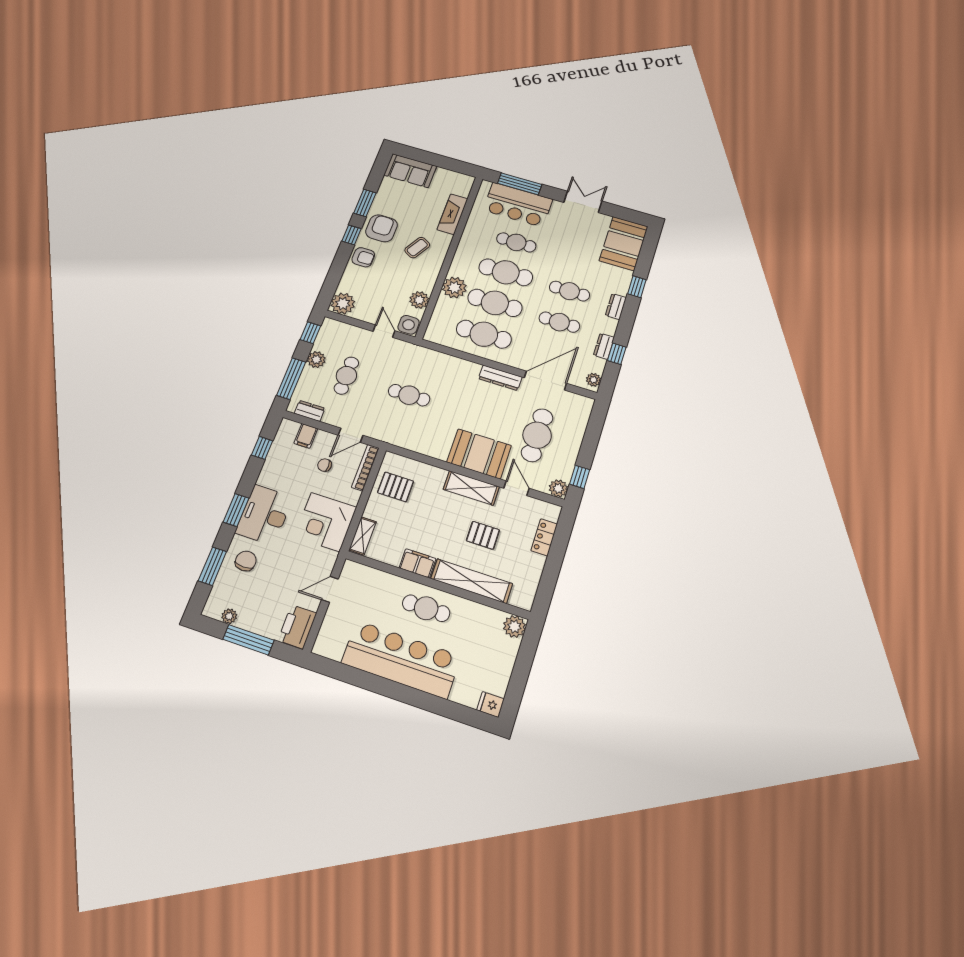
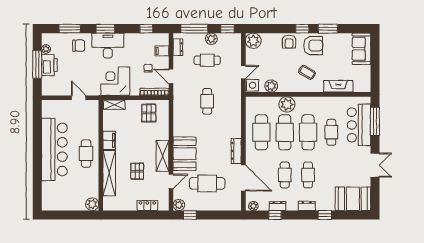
printer: (297, 627) -> (49, 65), moved, turned 90
fridge: (491, 705) -> (47, 204), removed

